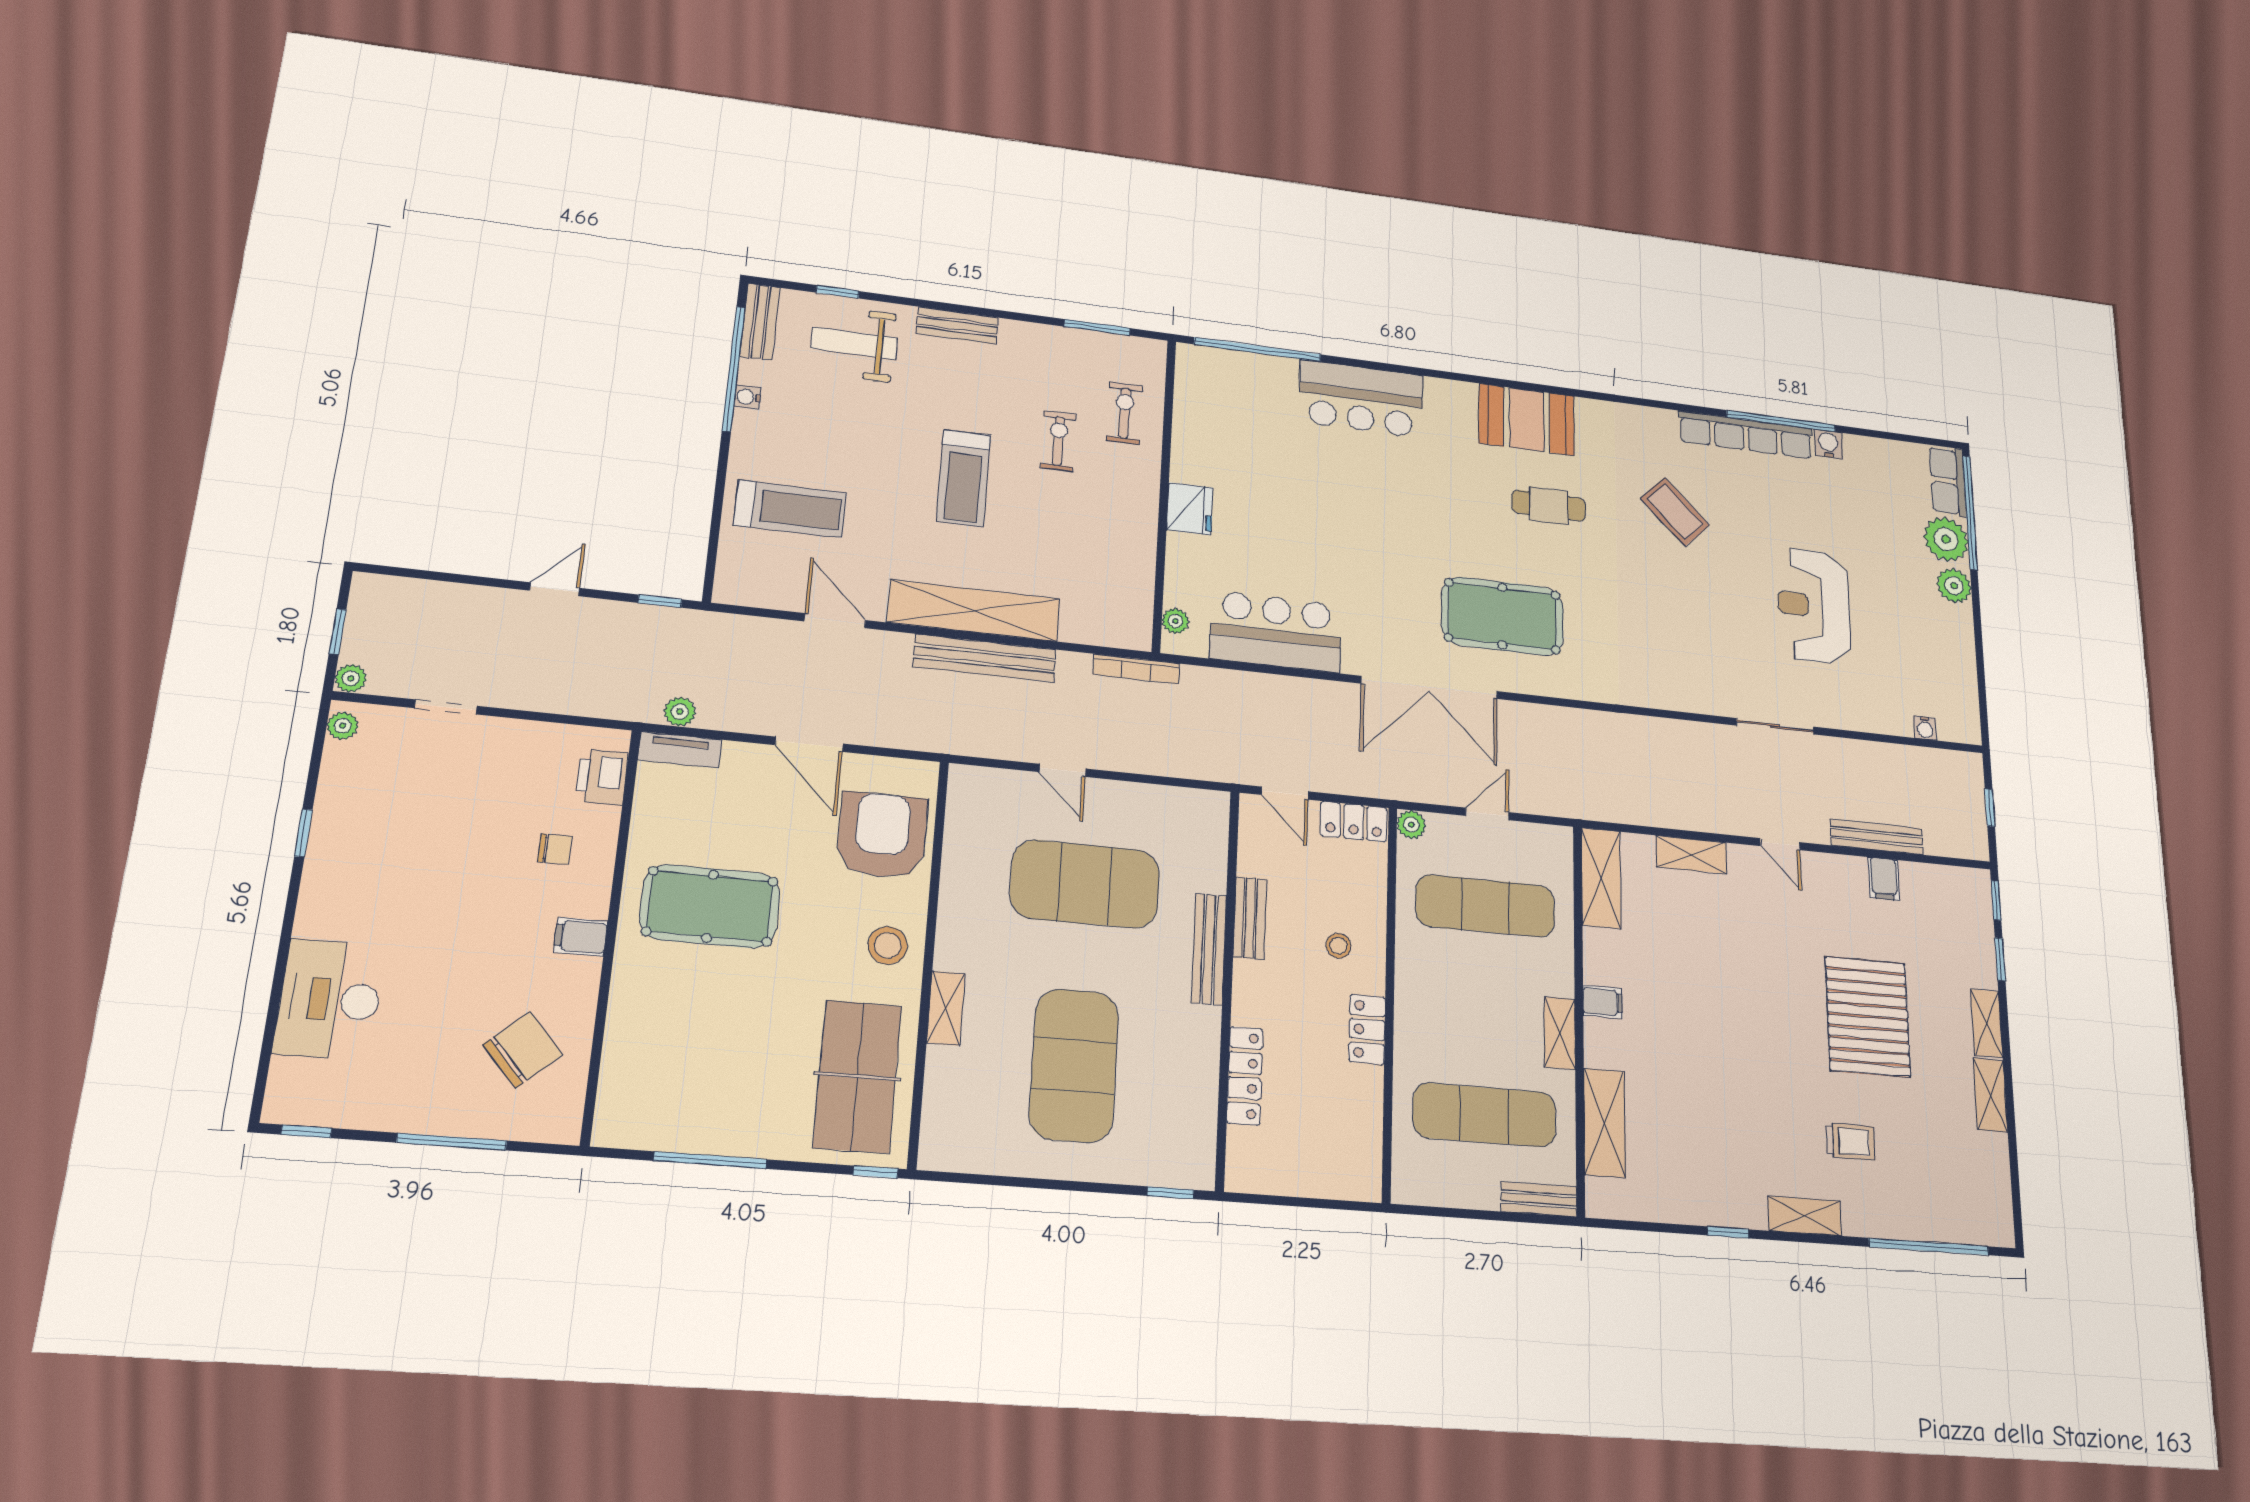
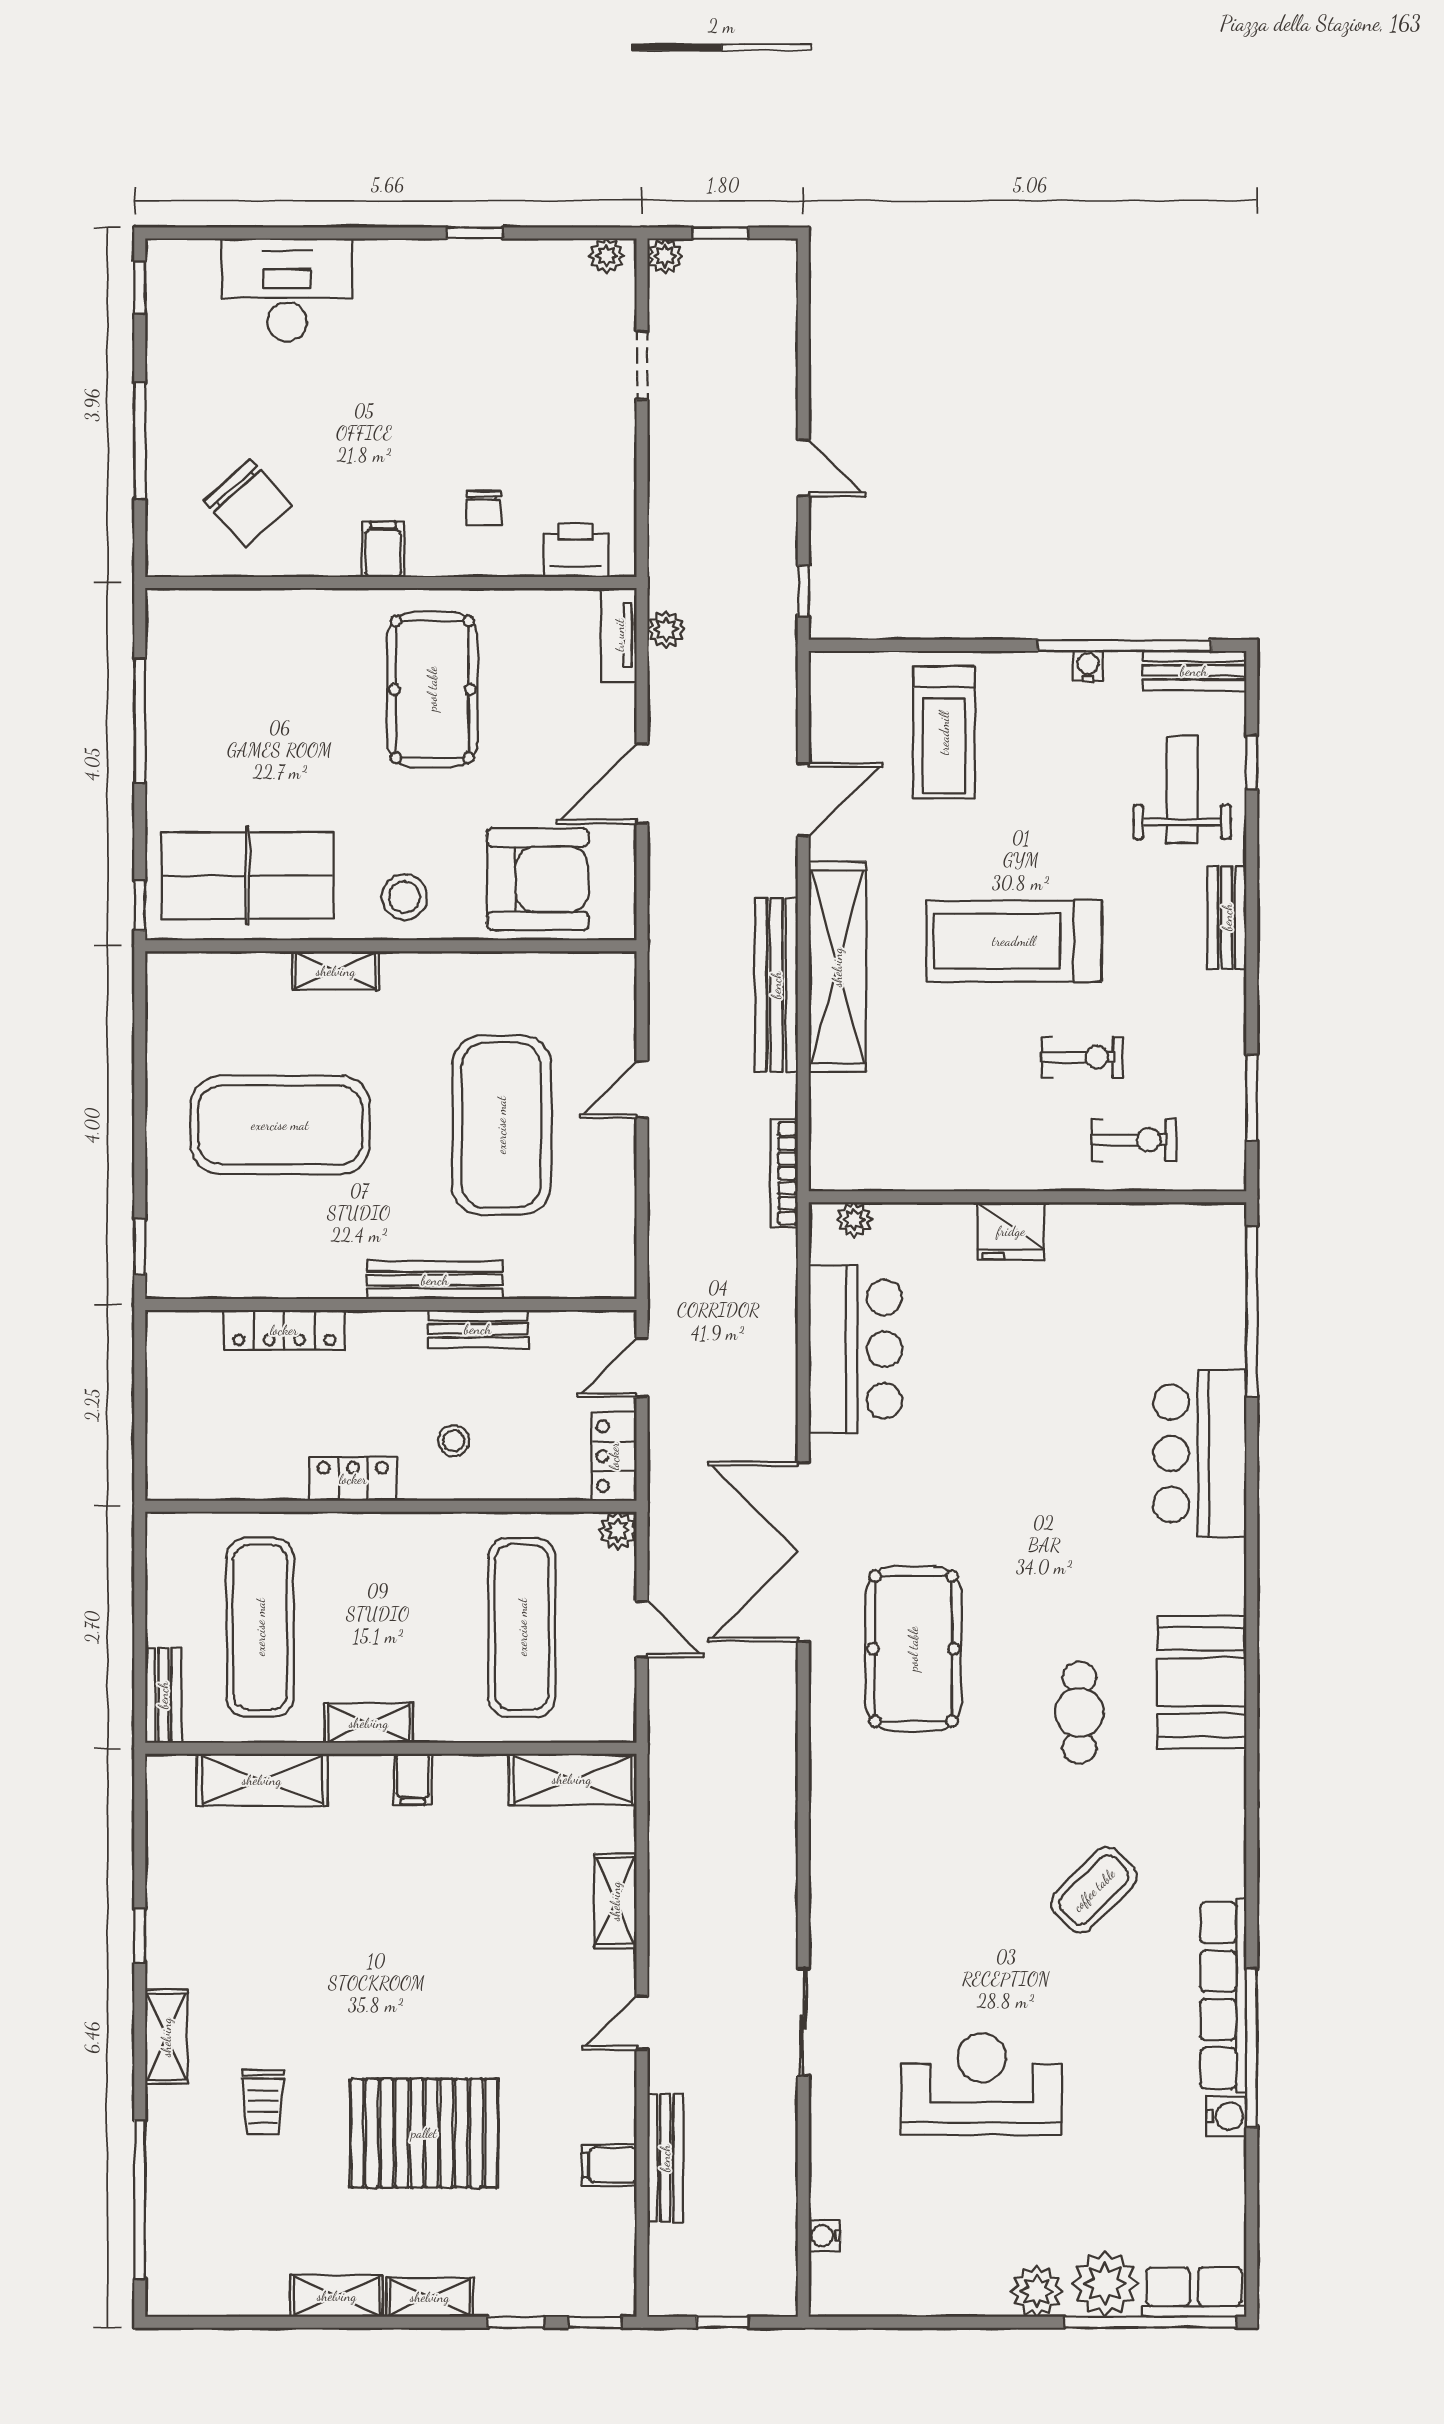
treadmill: (964, 478) -> (1014, 941), width x1.37, depth x1.38

